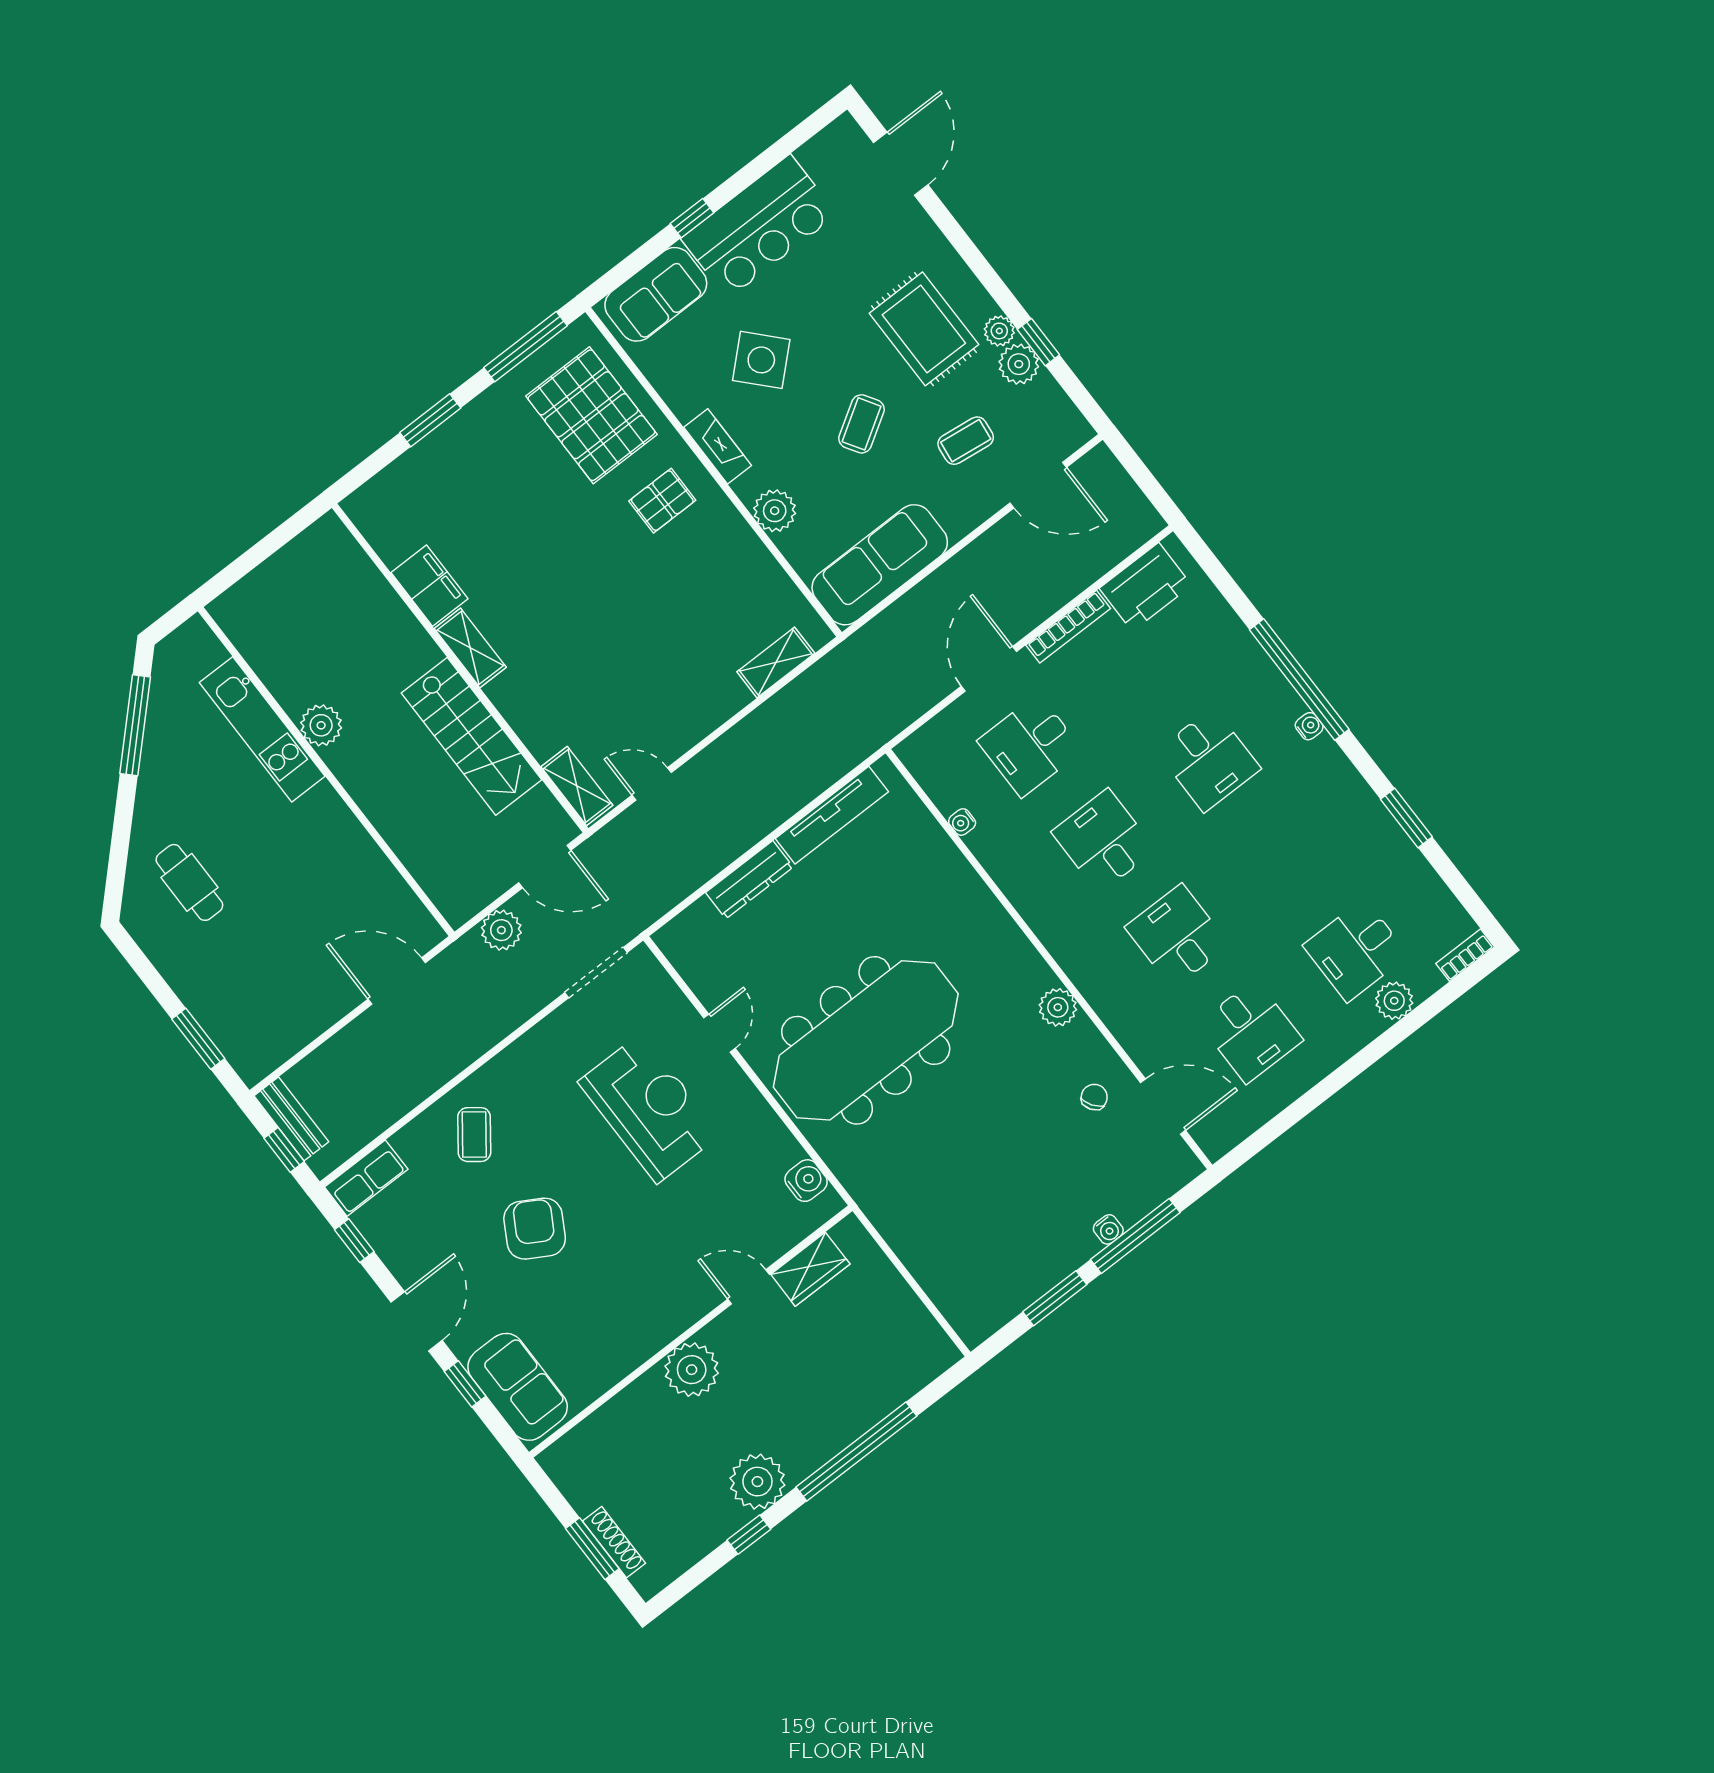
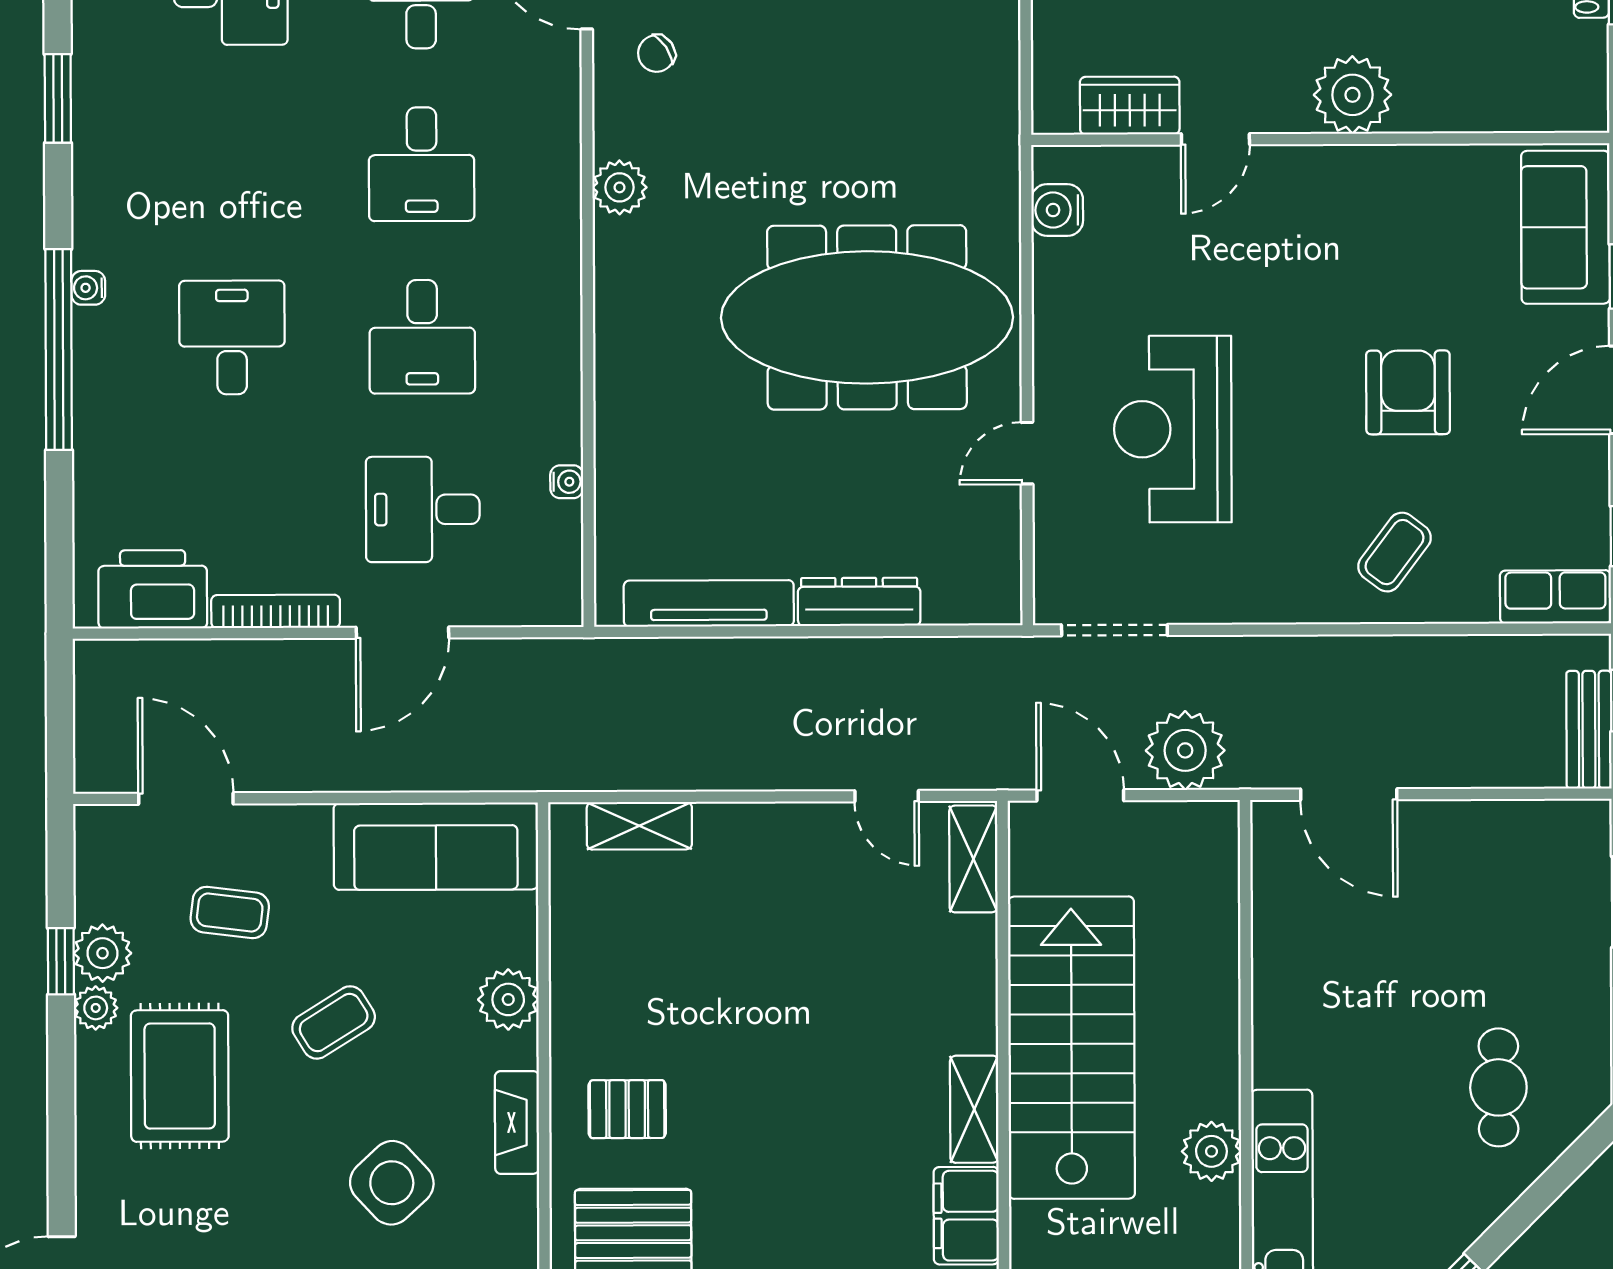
stairs: (471, 736) -> (1071, 1048), width x1.36, depth x1.51
desk: (1030, 746) -> (423, 509), turned 180
plant: (501, 930) -> (1185, 750), width x1.36, depth x1.36
armchair: (535, 1229) -> (1408, 392), turned 150
door: (749, 1287) -> (1215, 139), hinge flipped

